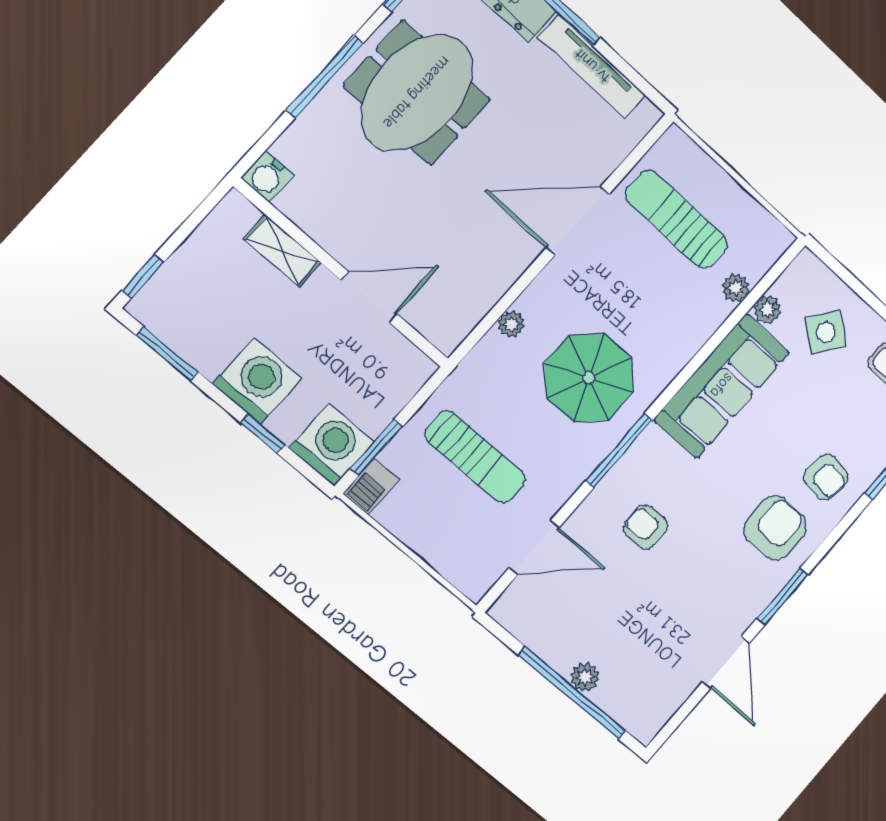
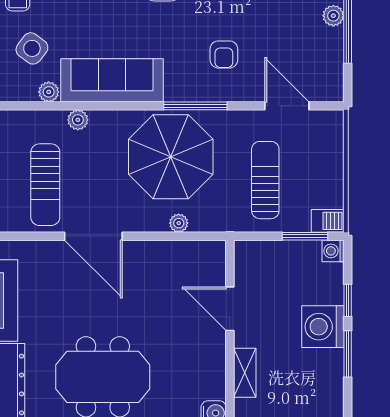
plant: (736, 288) -> (78, 120), moved
window: (167, 354) -> (348, 354), moved
parasol: (589, 378) -> (171, 157), width x1.36, depth x1.36
washing machine: (331, 445) -> (333, 251), width x0.53, depth x0.53

